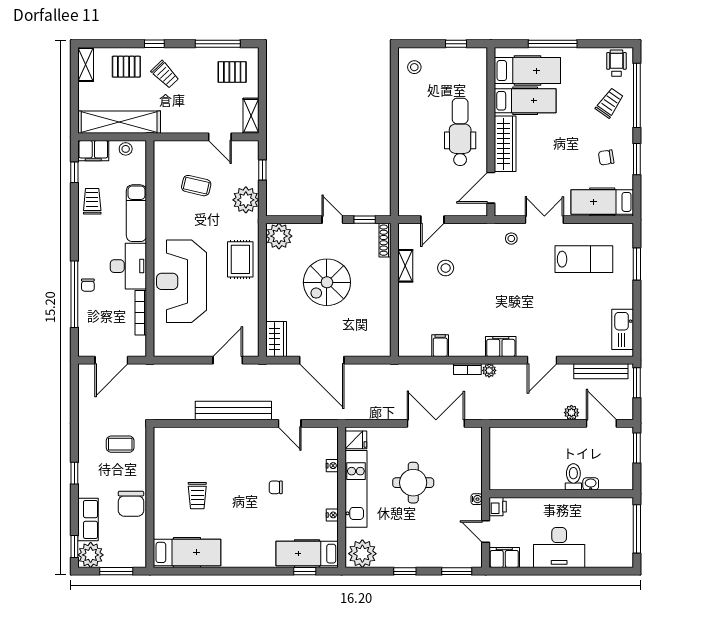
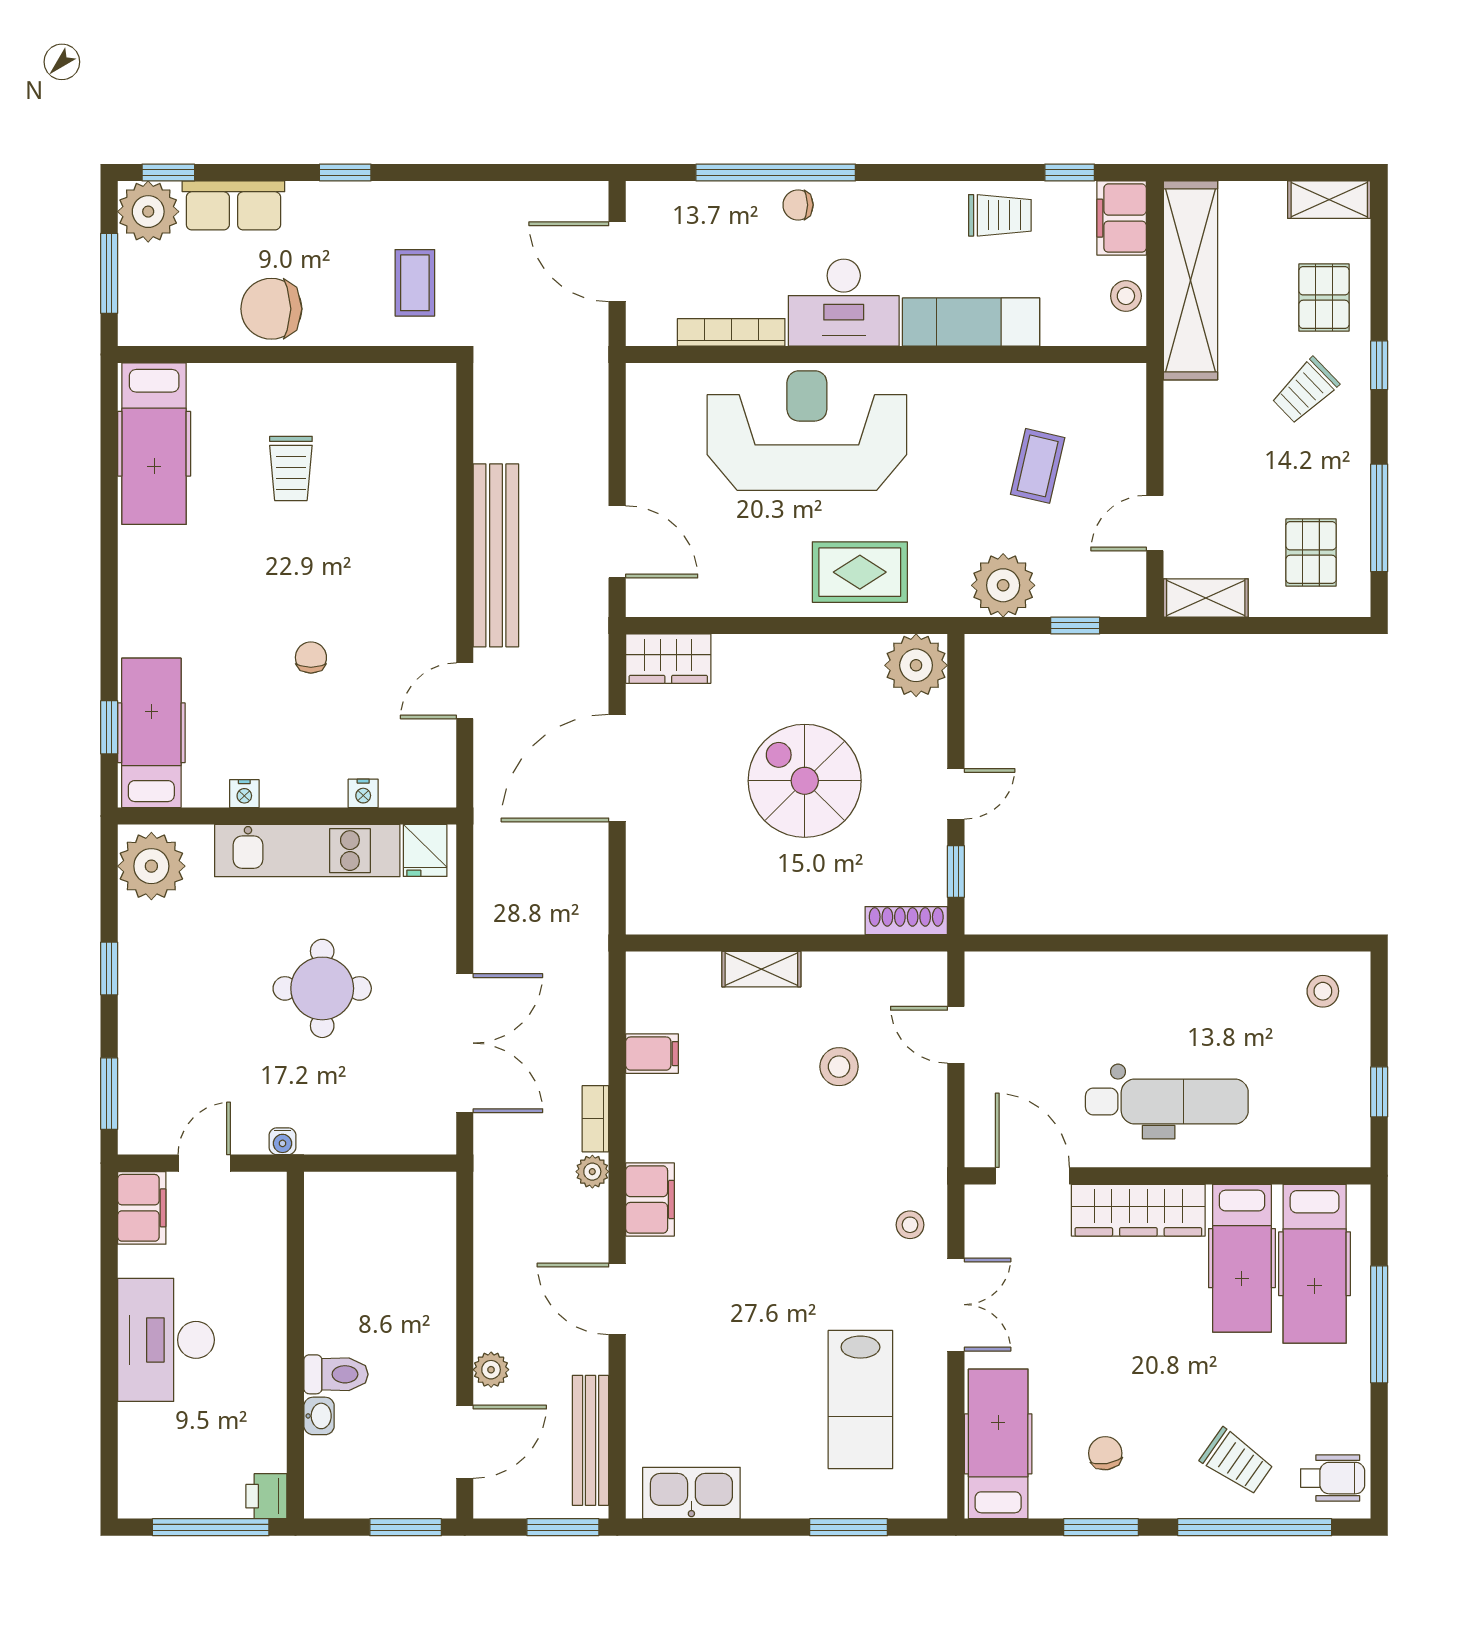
shelving: (405, 266) -> (761, 969), moved
trolley: (197, 496) -> (291, 468), turned -90
printer: (498, 507) -> (266, 1496), moved, turned 90

